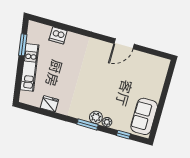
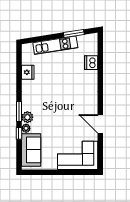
corner sofa: (150, 76) -> (78, 155), added
sofa: (144, 116) -> (31, 150), moved, turned 90
window: (123, 135) -> (19, 133), moved

